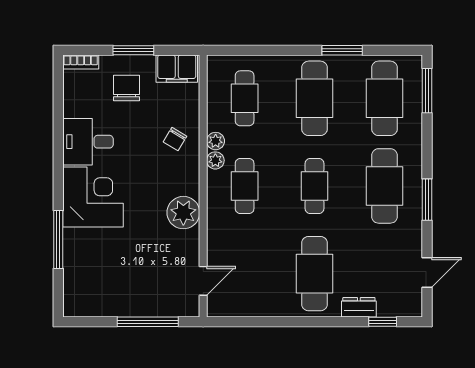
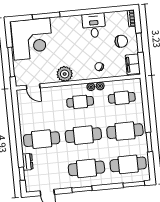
cafe table: (314, 186) -> (83, 135), width x1.37, depth x1.35
corner desk: (93, 197) -> (32, 39), moved, width x1.36, depth x1.36

